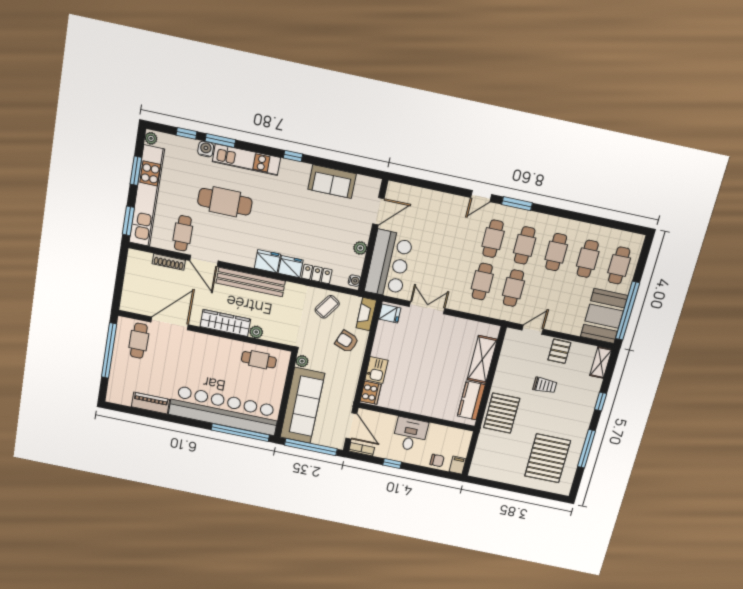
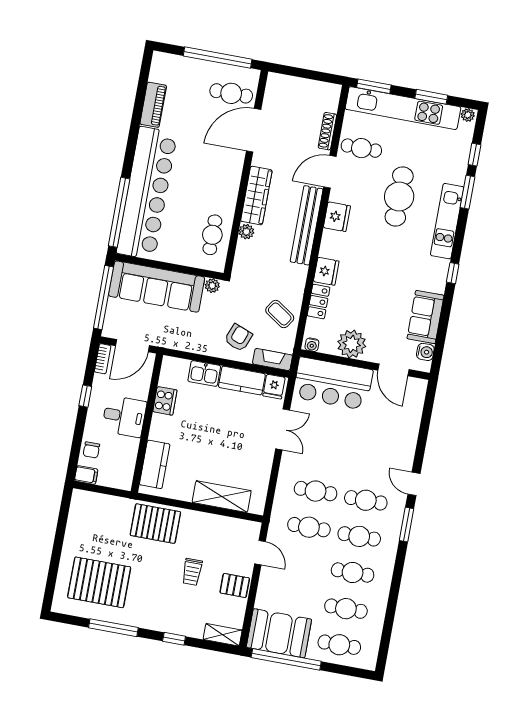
water cooler: (206, 149) -> (425, 352), moved
plant: (360, 248) -> (352, 344), width x1.88, depth x1.88
fridge: (267, 261) -> (337, 217), moved
door: (170, 323) -> (254, 130), swing flipped
kitchen counter: (384, 340) -> (242, 381), added
cooker: (371, 393) -> (165, 401), moved, turned -90
kitchen counter: (471, 400) -> (155, 464), moved, turned 90

